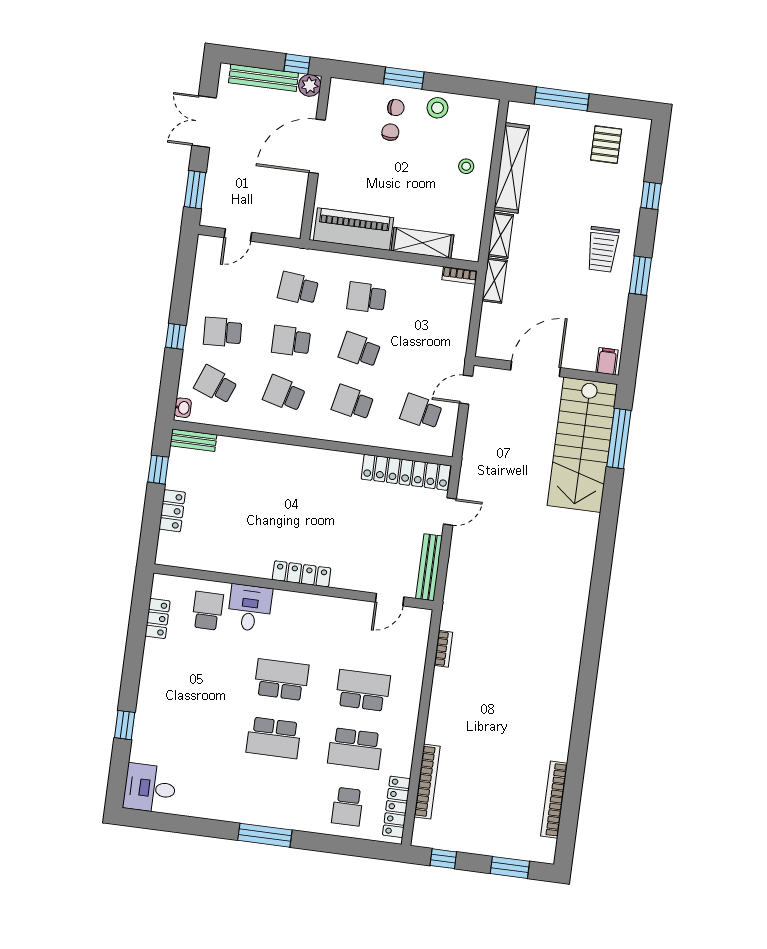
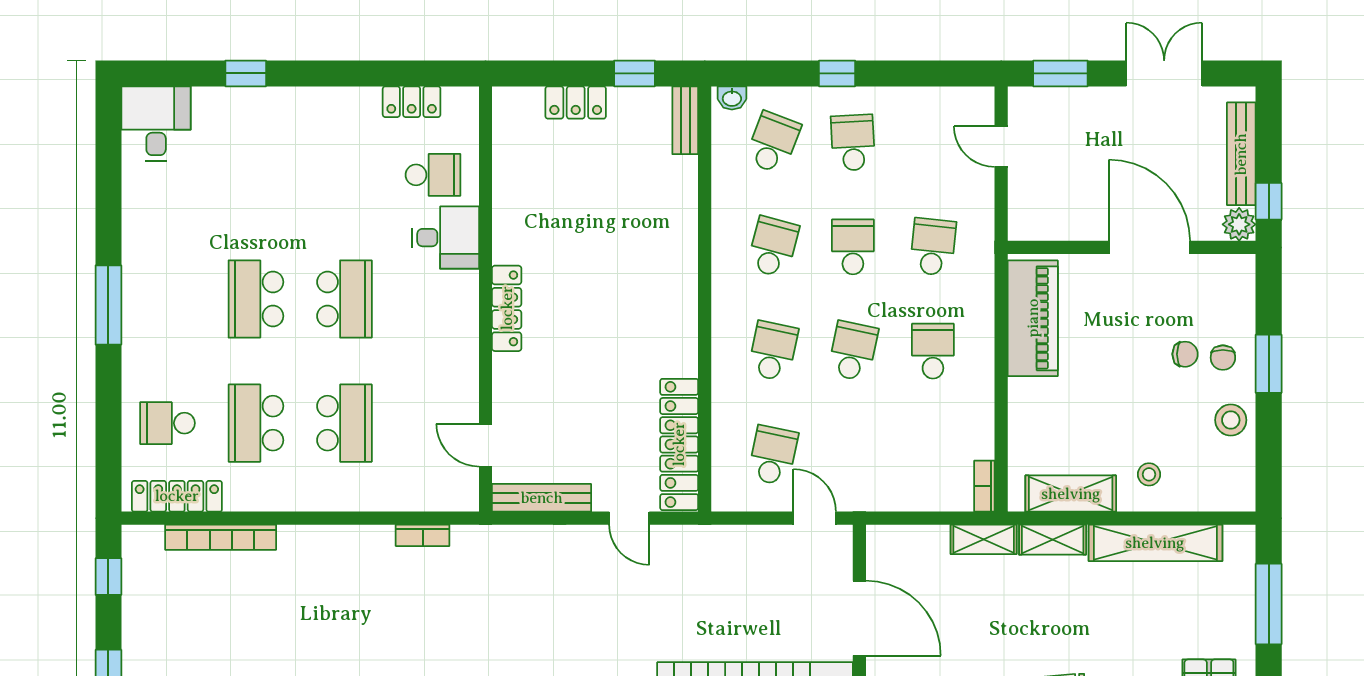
shelving: (422, 243) -> (1071, 494), moved, turned 90

